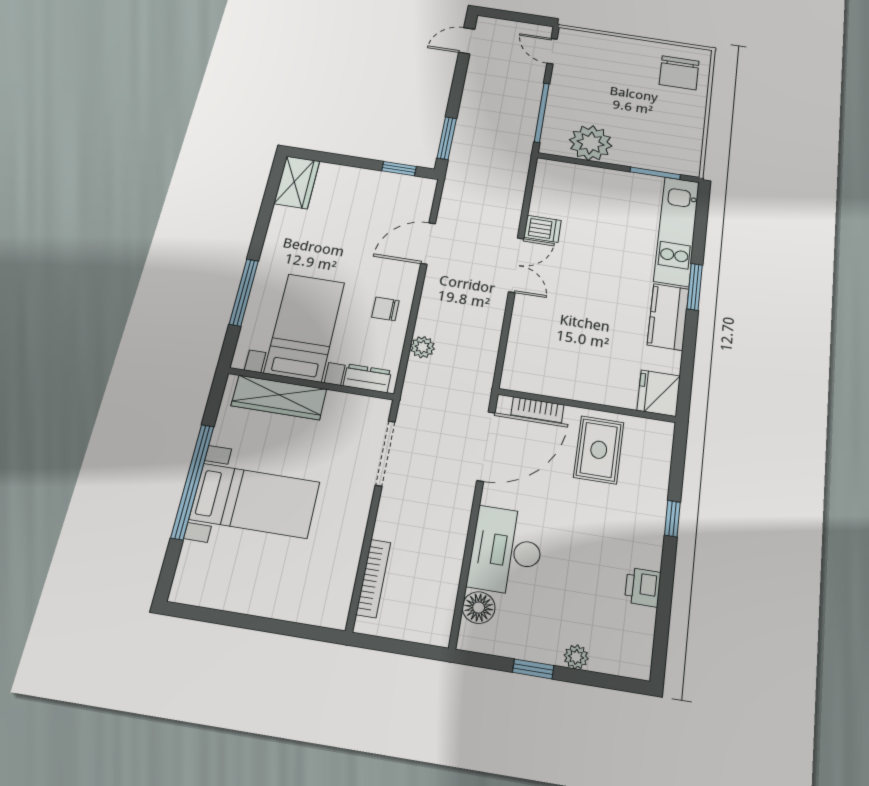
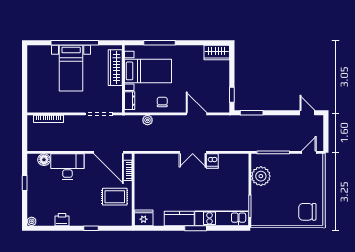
plant: (576, 657) -> (32, 221), moved

